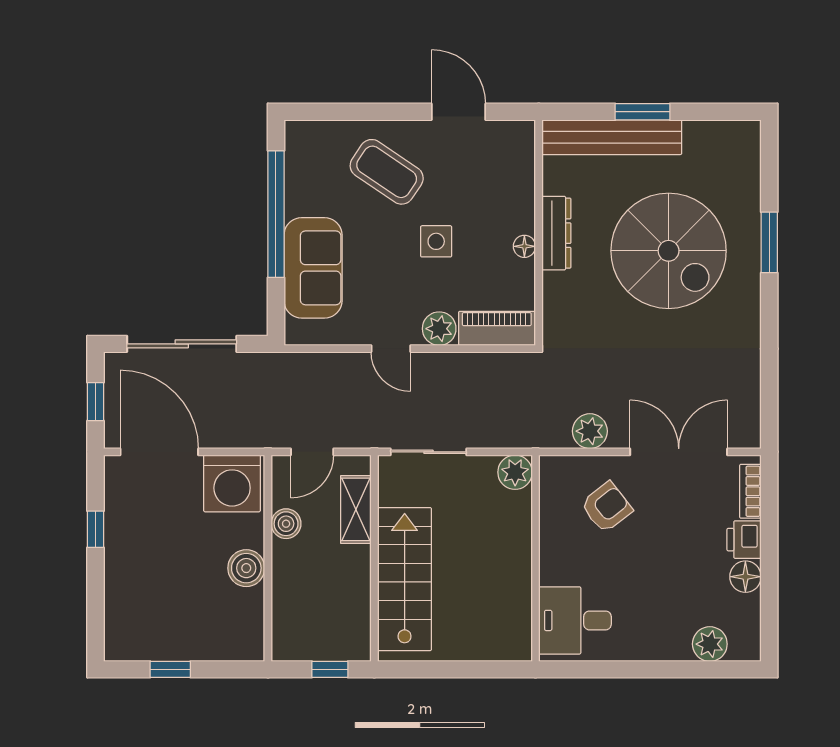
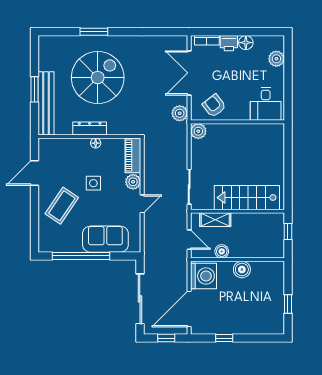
plant: (515, 472) -> (198, 131), moved
wall: (535, 558) -> (237, 122), moved
desk: (575, 620) -> (266, 104), moved

